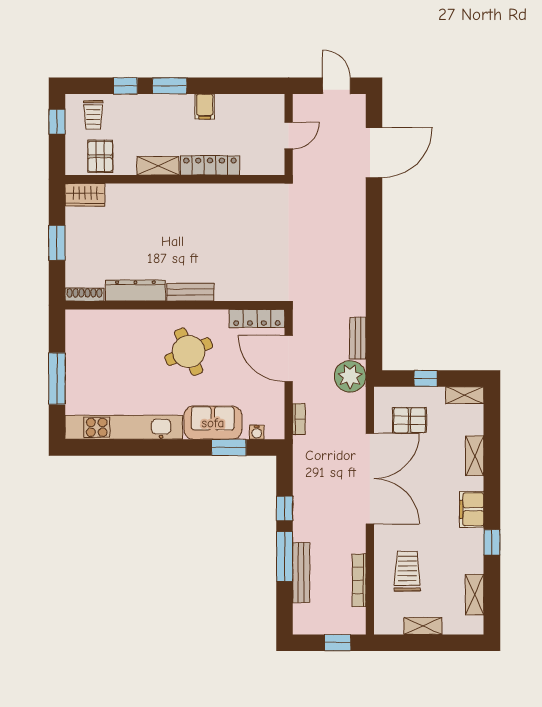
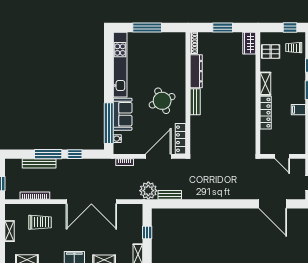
pallet: (409, 420) -> (124, 224), removed
window: (229, 448) -> (109, 123), width x2.11

